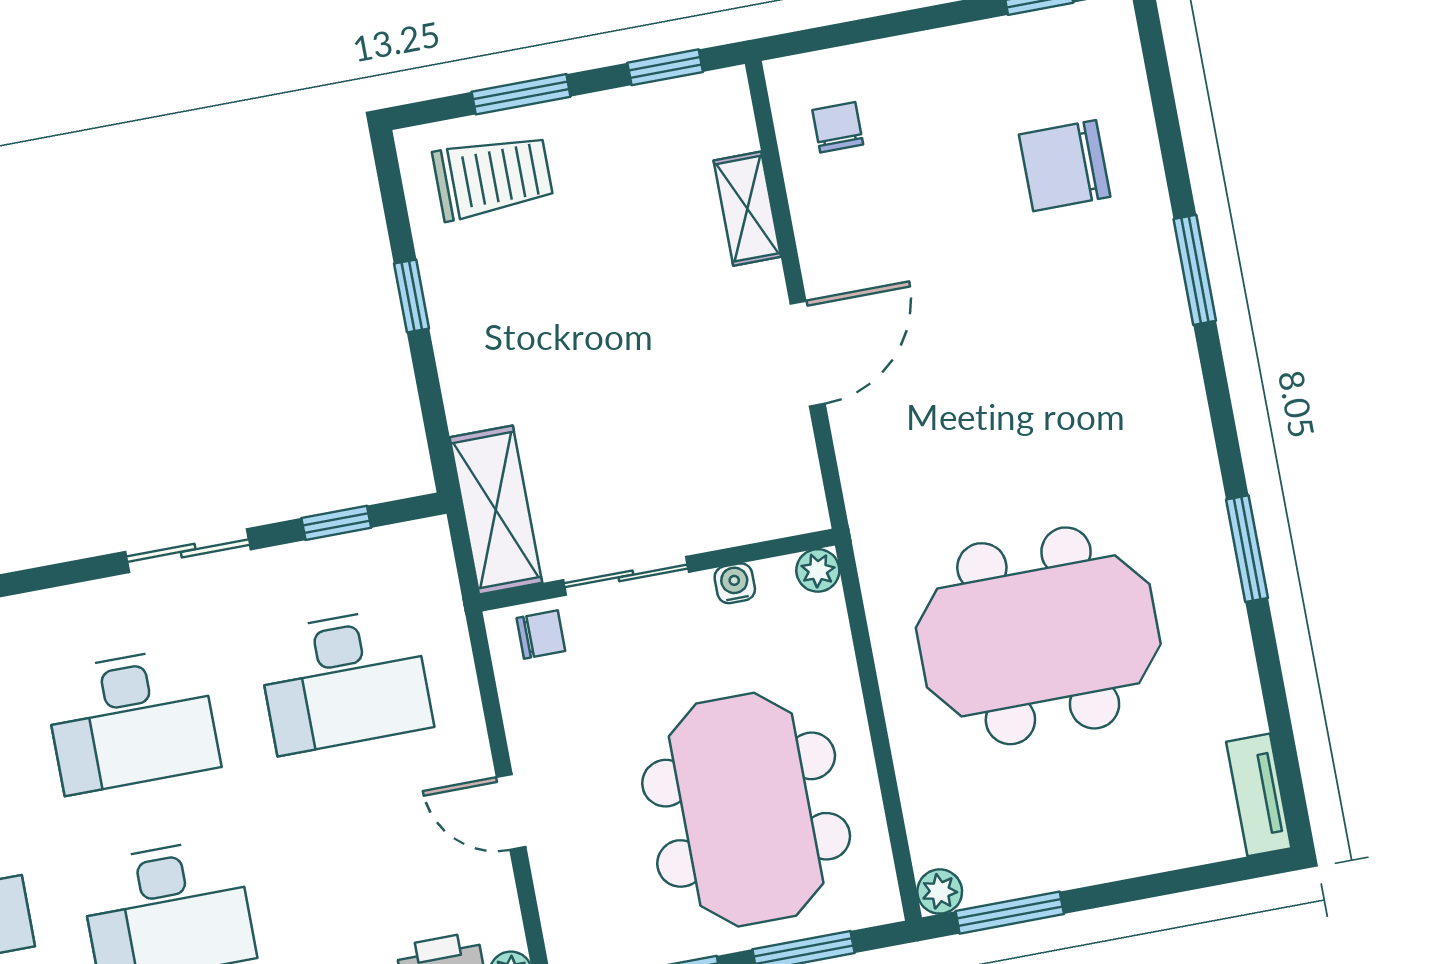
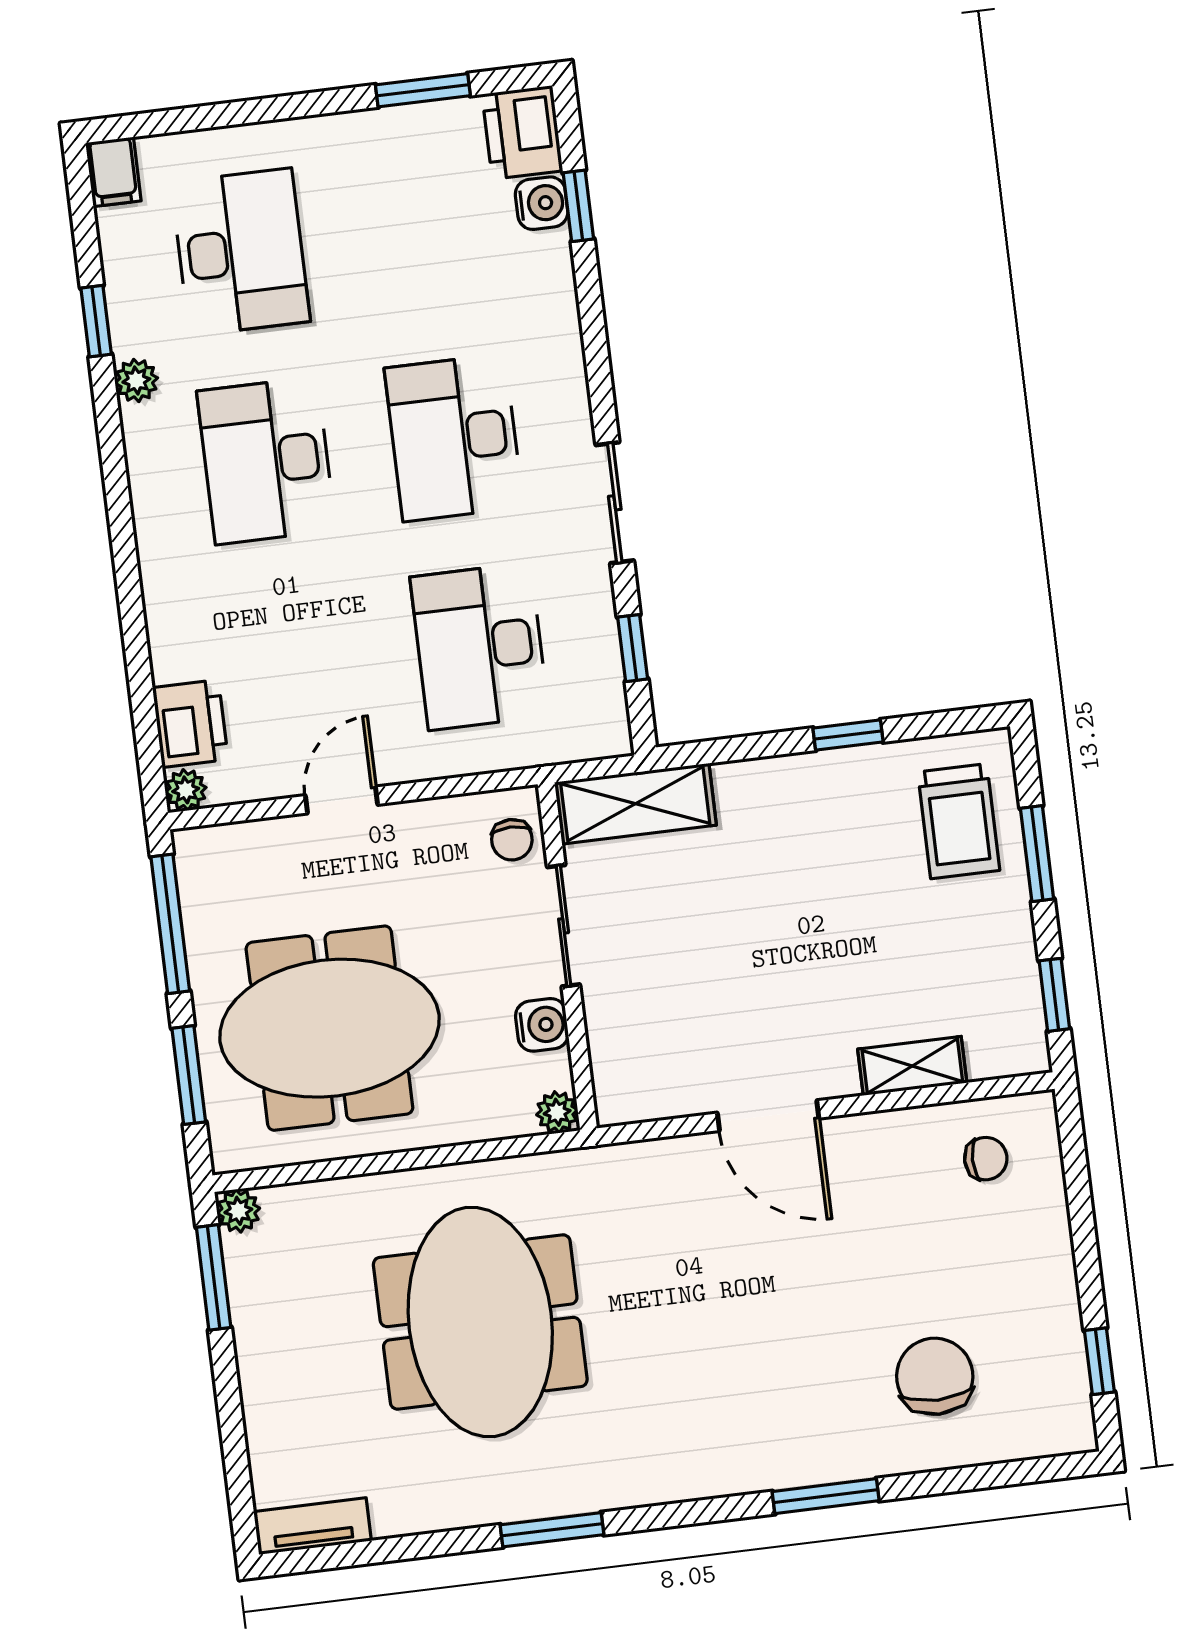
water cooler: (735, 583) -> (542, 1025), width x1.38, depth x1.38

